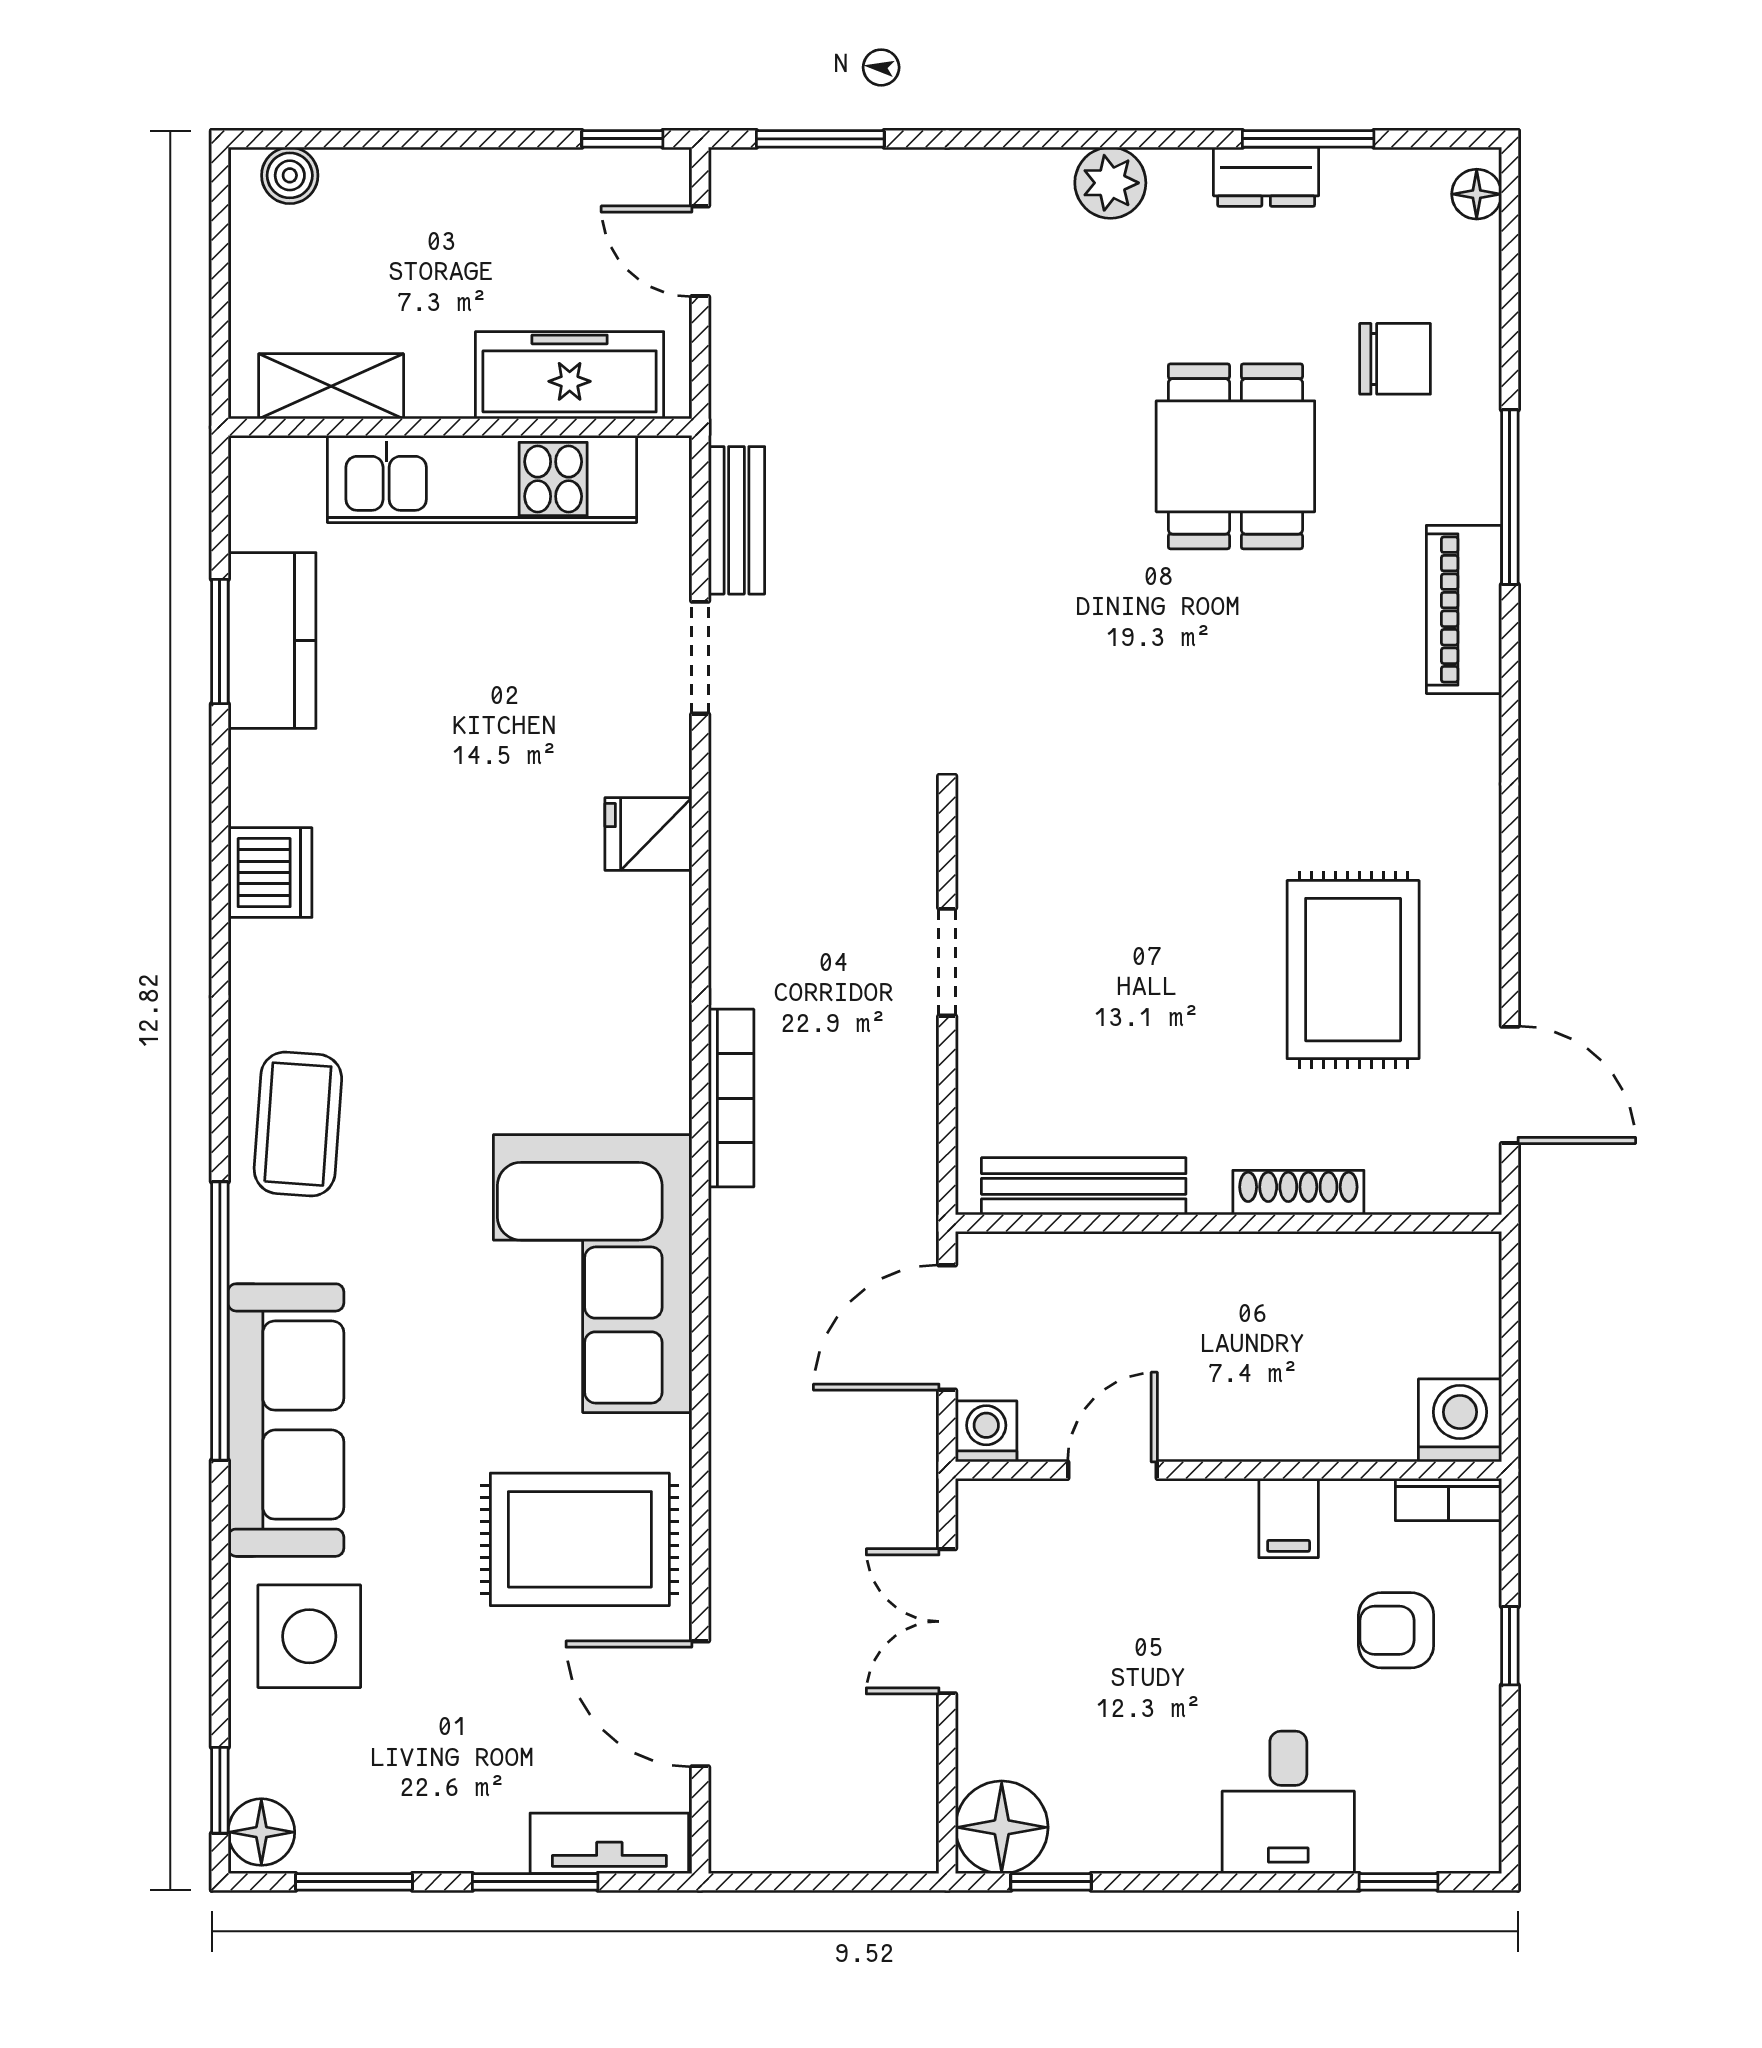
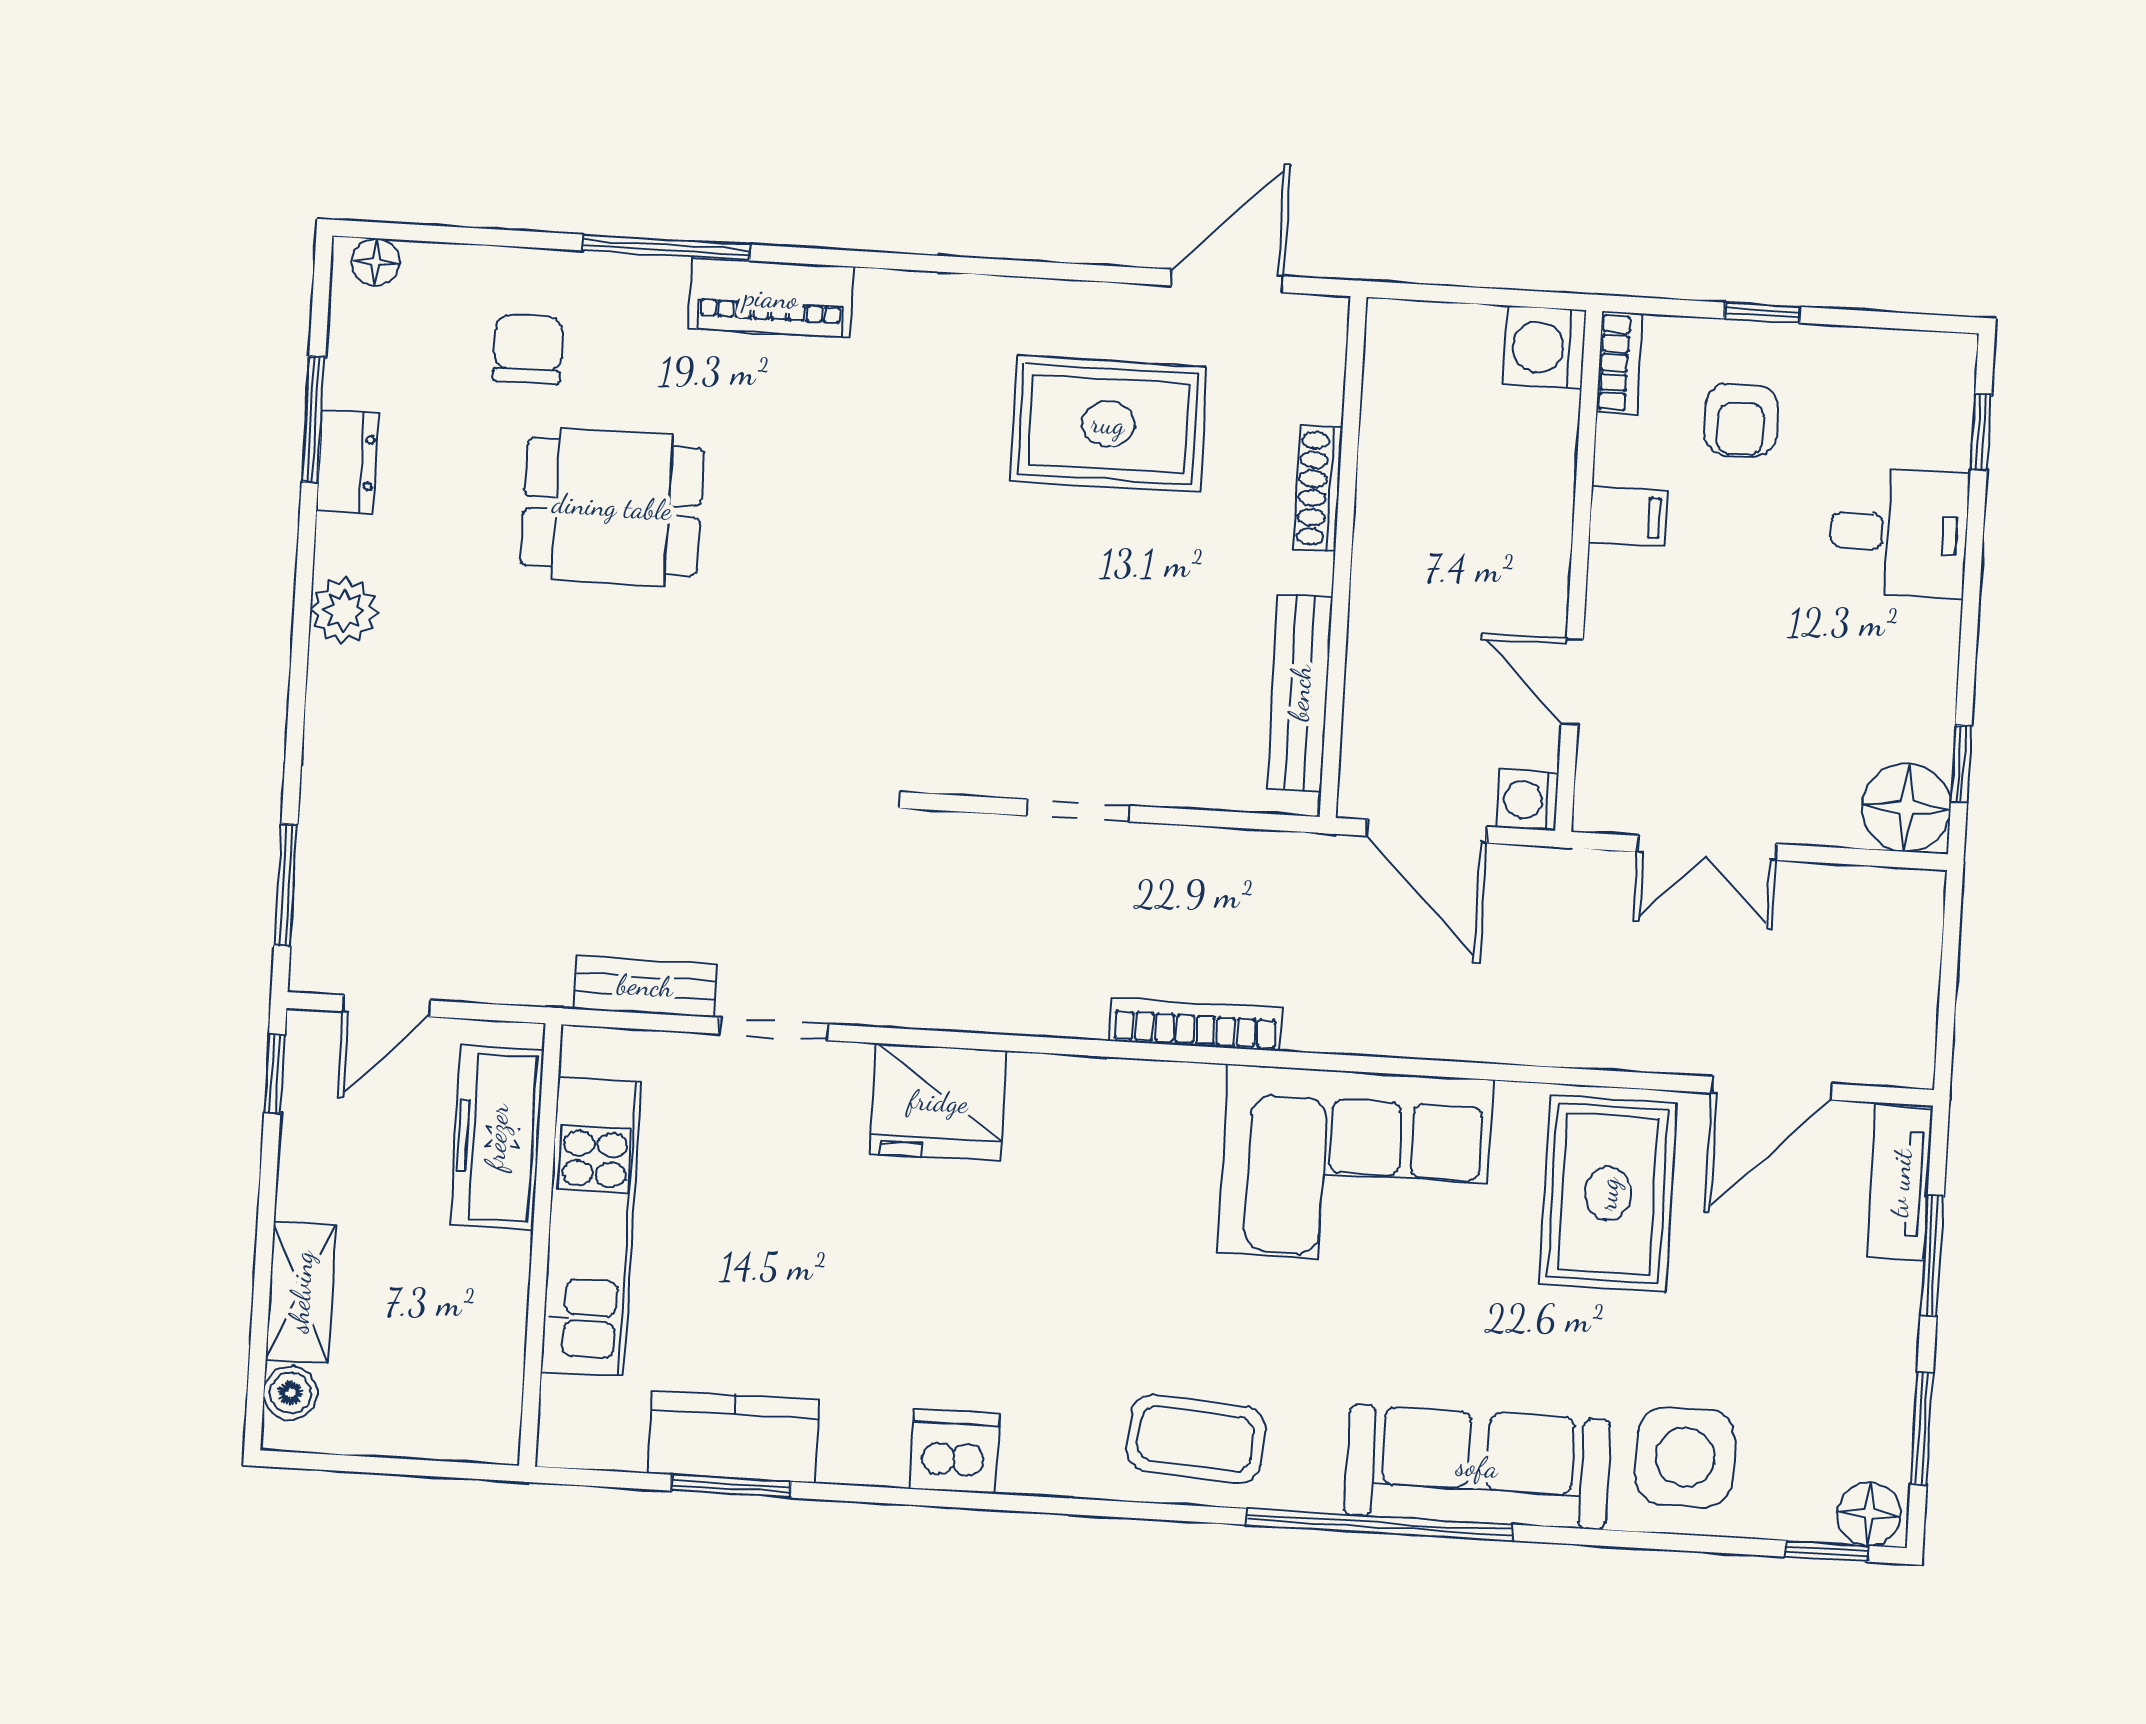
shelving: (331, 386) -> (301, 1292), moved
fridge: (648, 834) -> (938, 1102), width x1.88, depth x1.34

